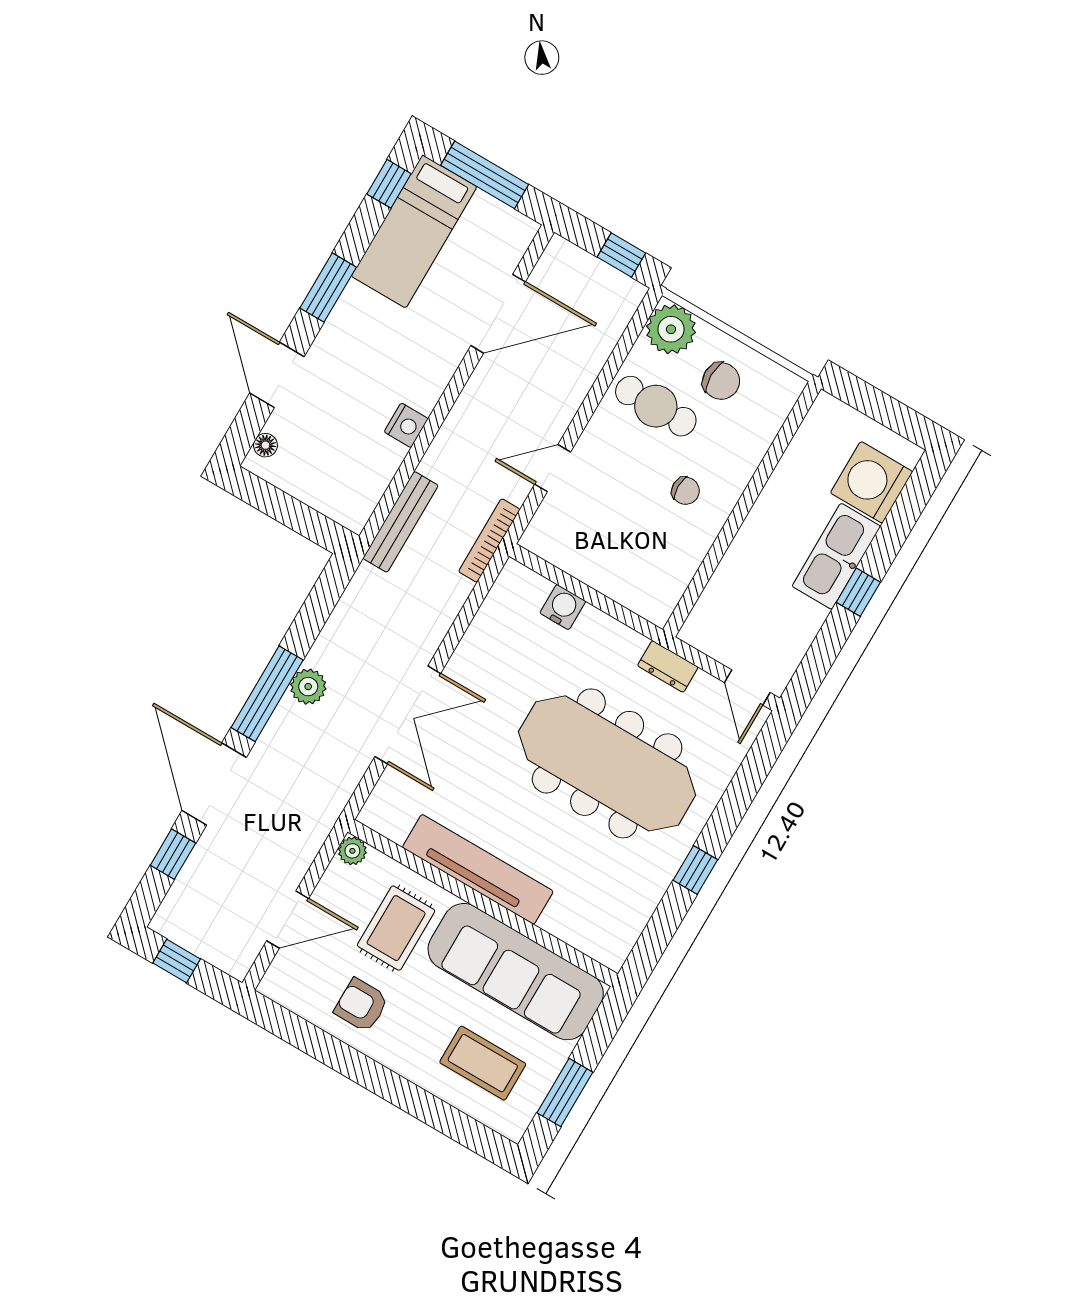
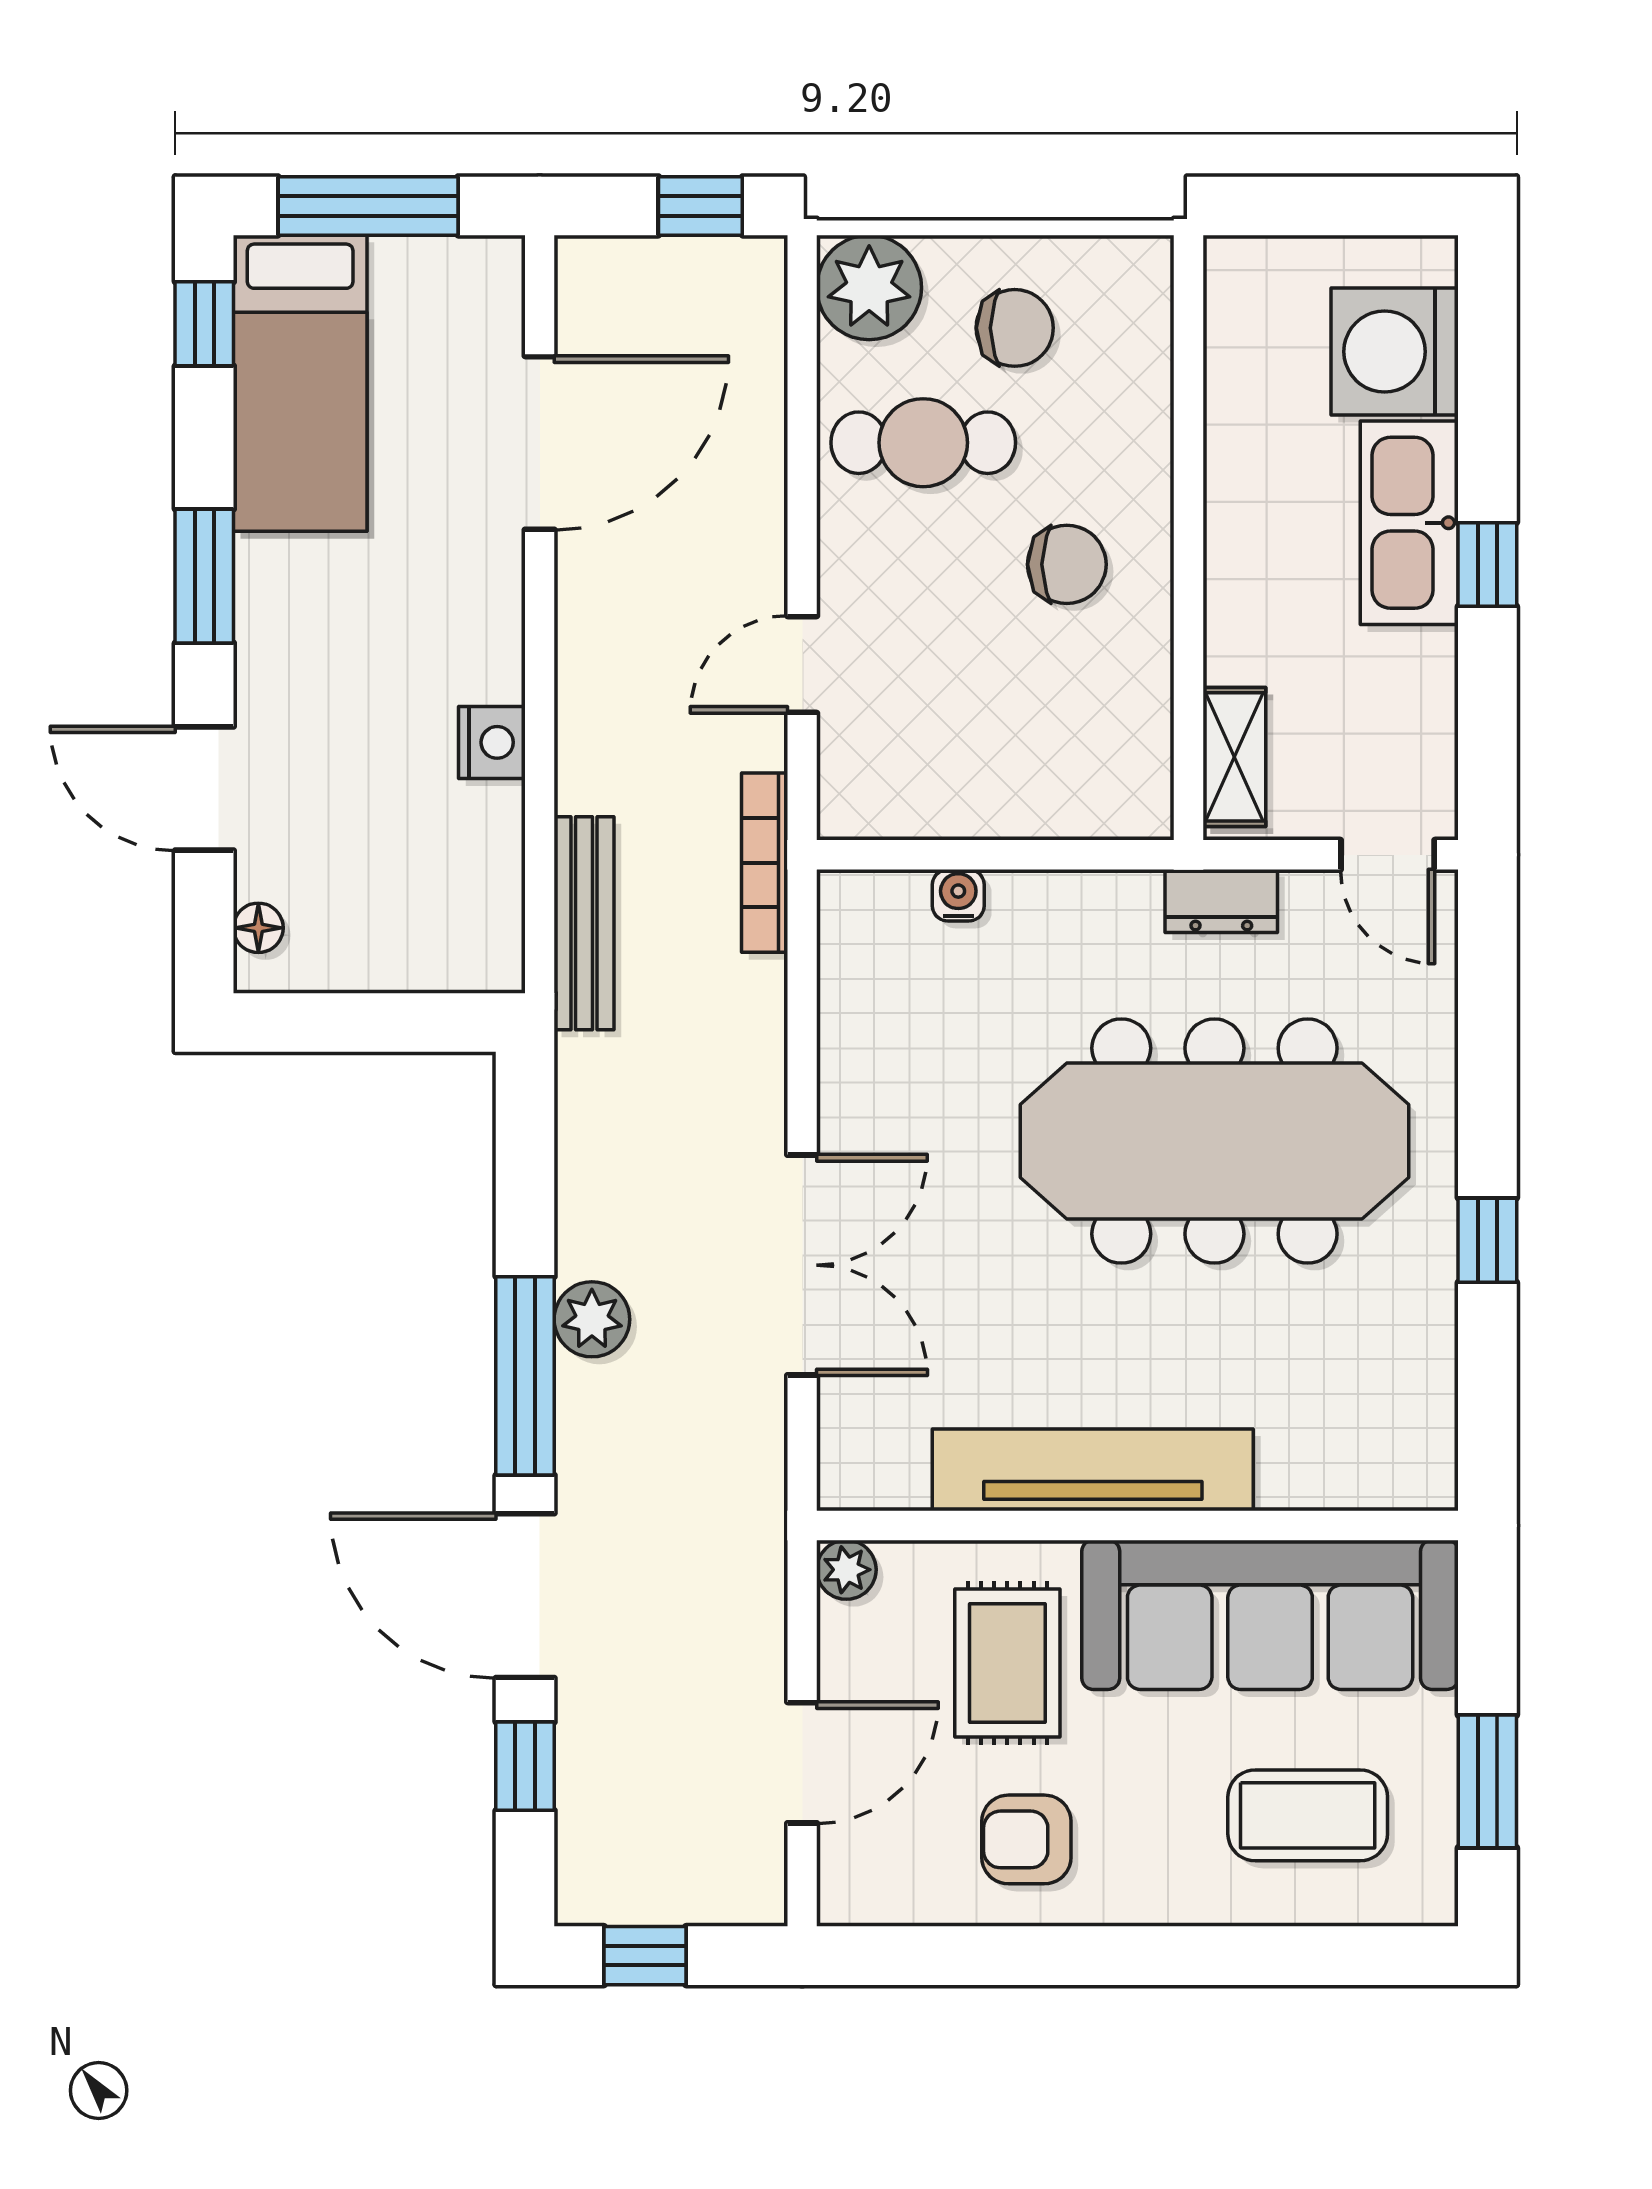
chair: (685, 491) -> (1067, 564), width x1.37, depth x1.37
water cooler: (563, 607) -> (958, 895), width x0.72, depth x0.72
shelving: (708, 610) -> (1234, 757), added

